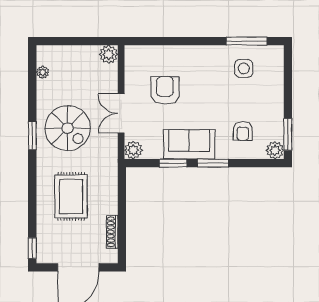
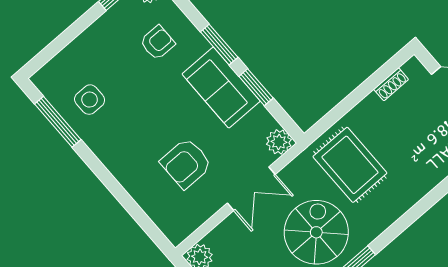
rug: (71, 196) -> (350, 165), moved, turned 90
shoe rack: (112, 232) -> (391, 84), width x0.70

